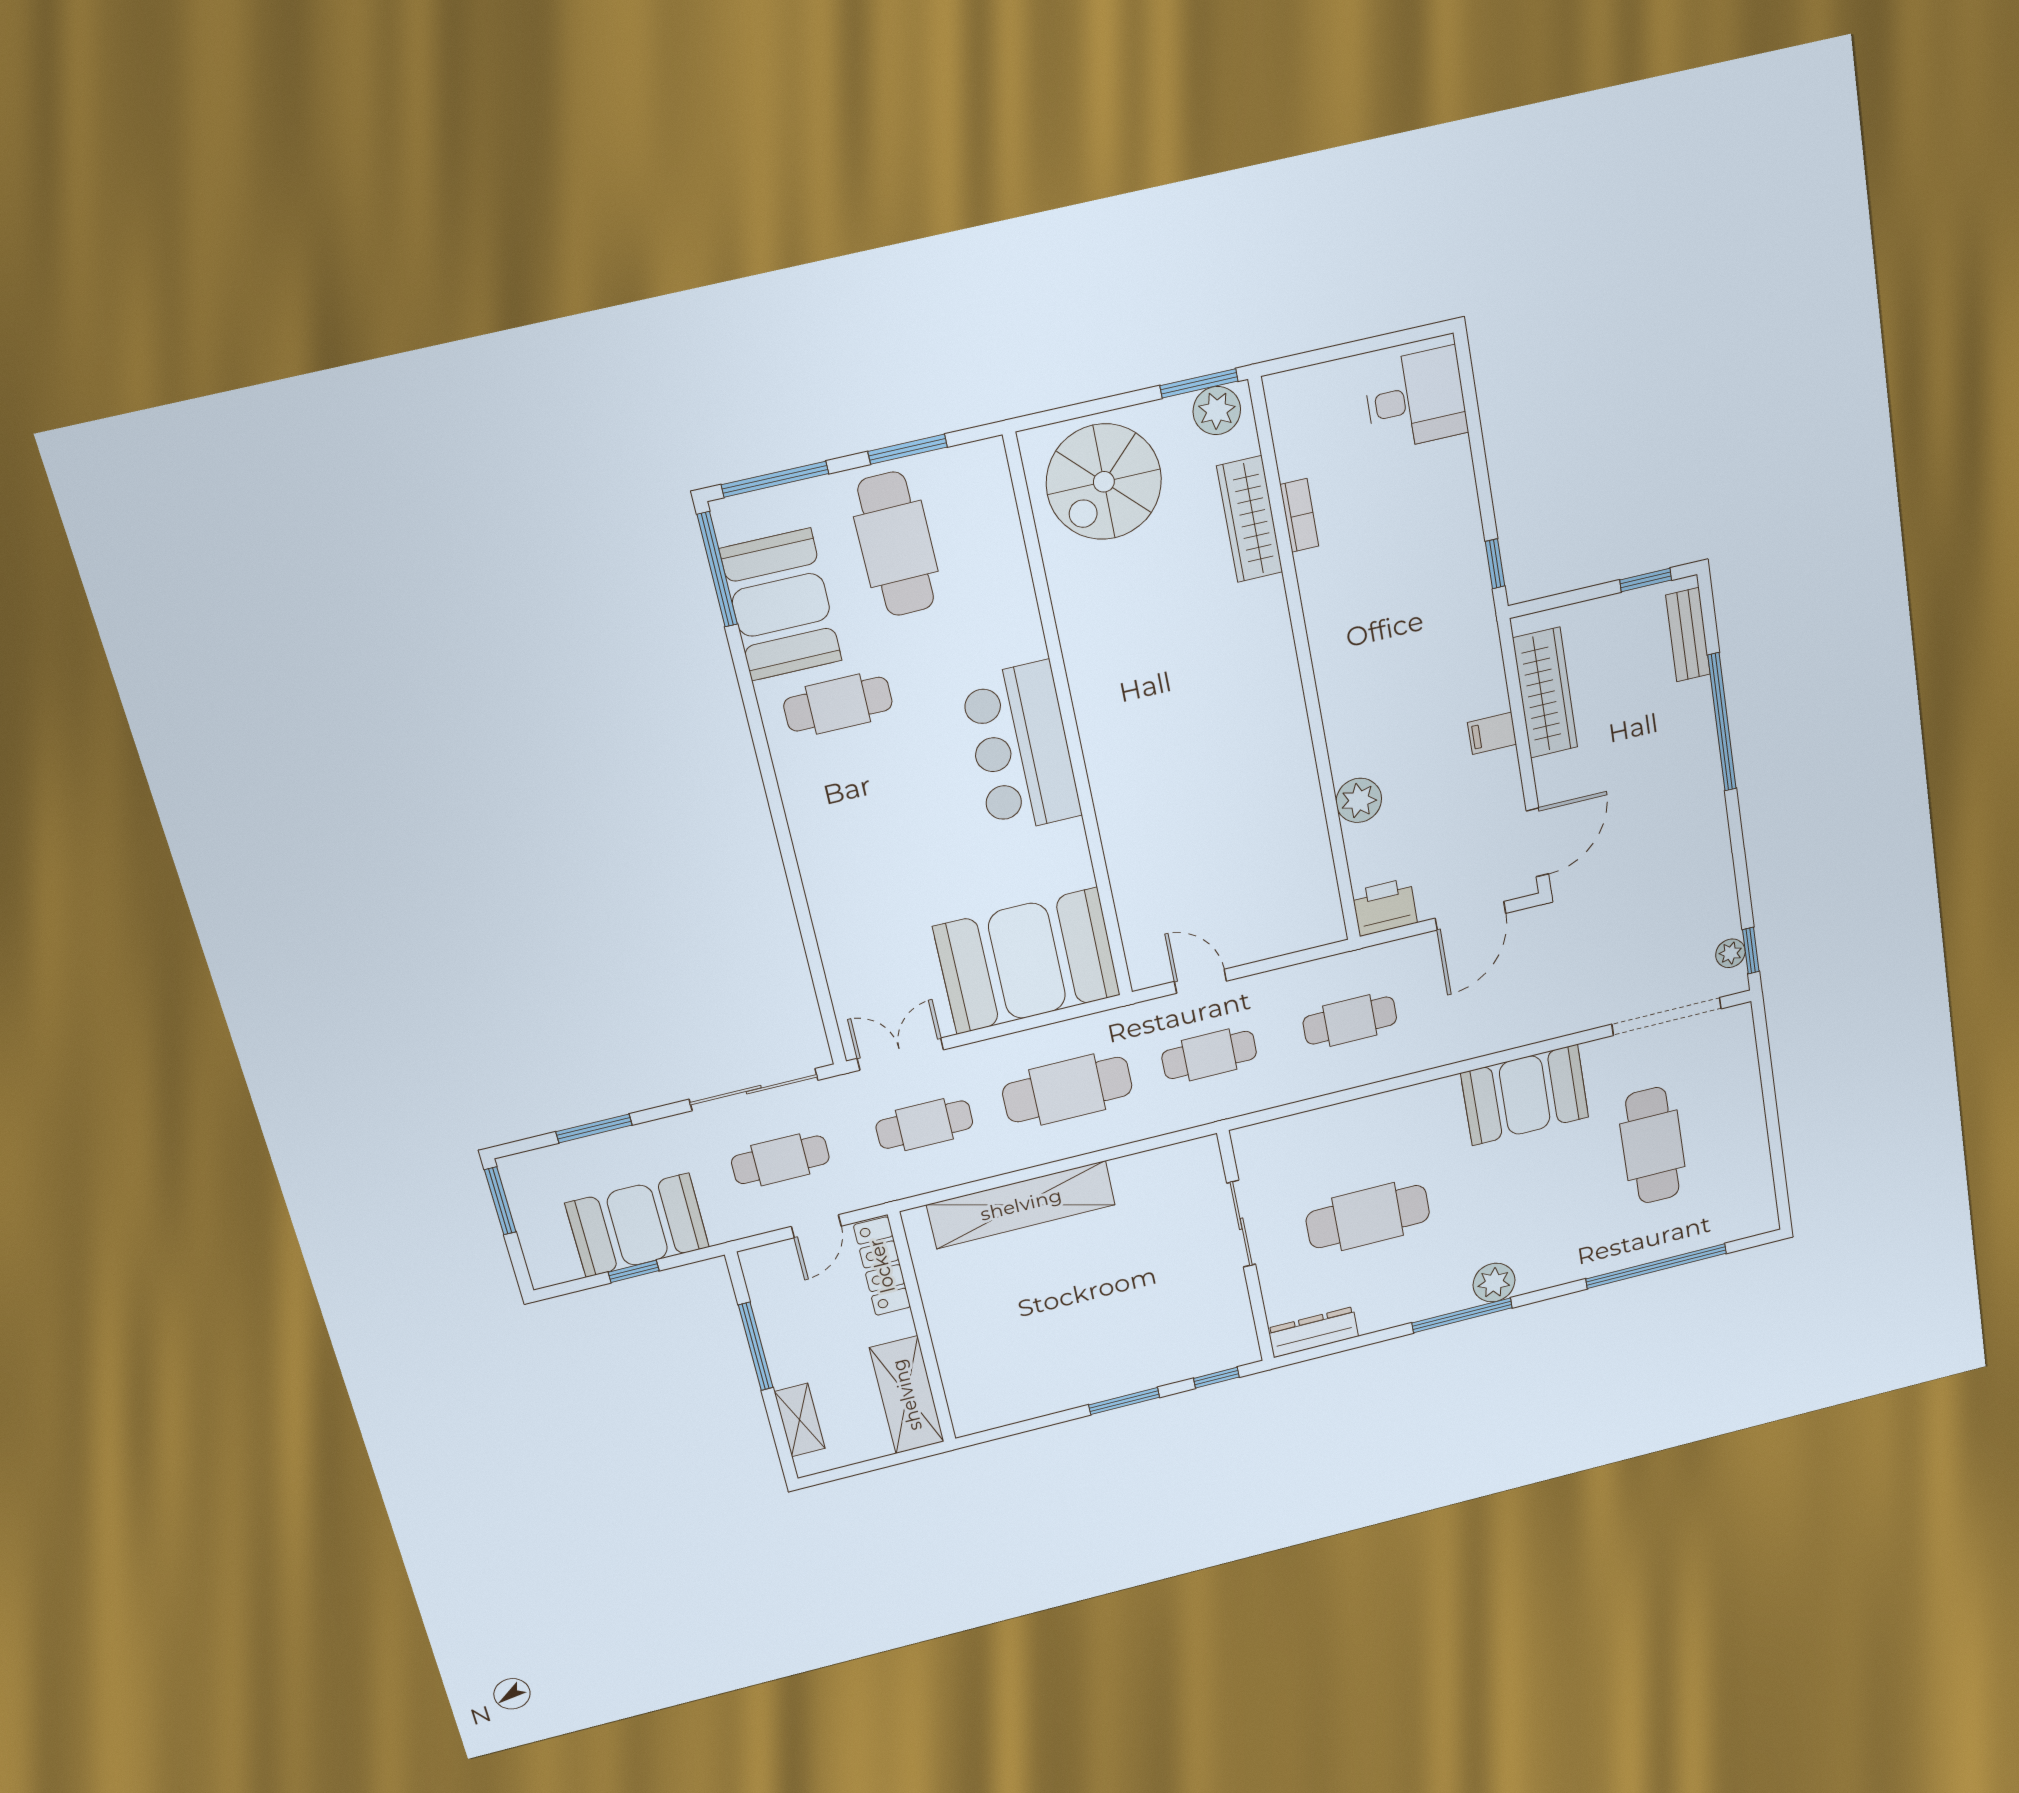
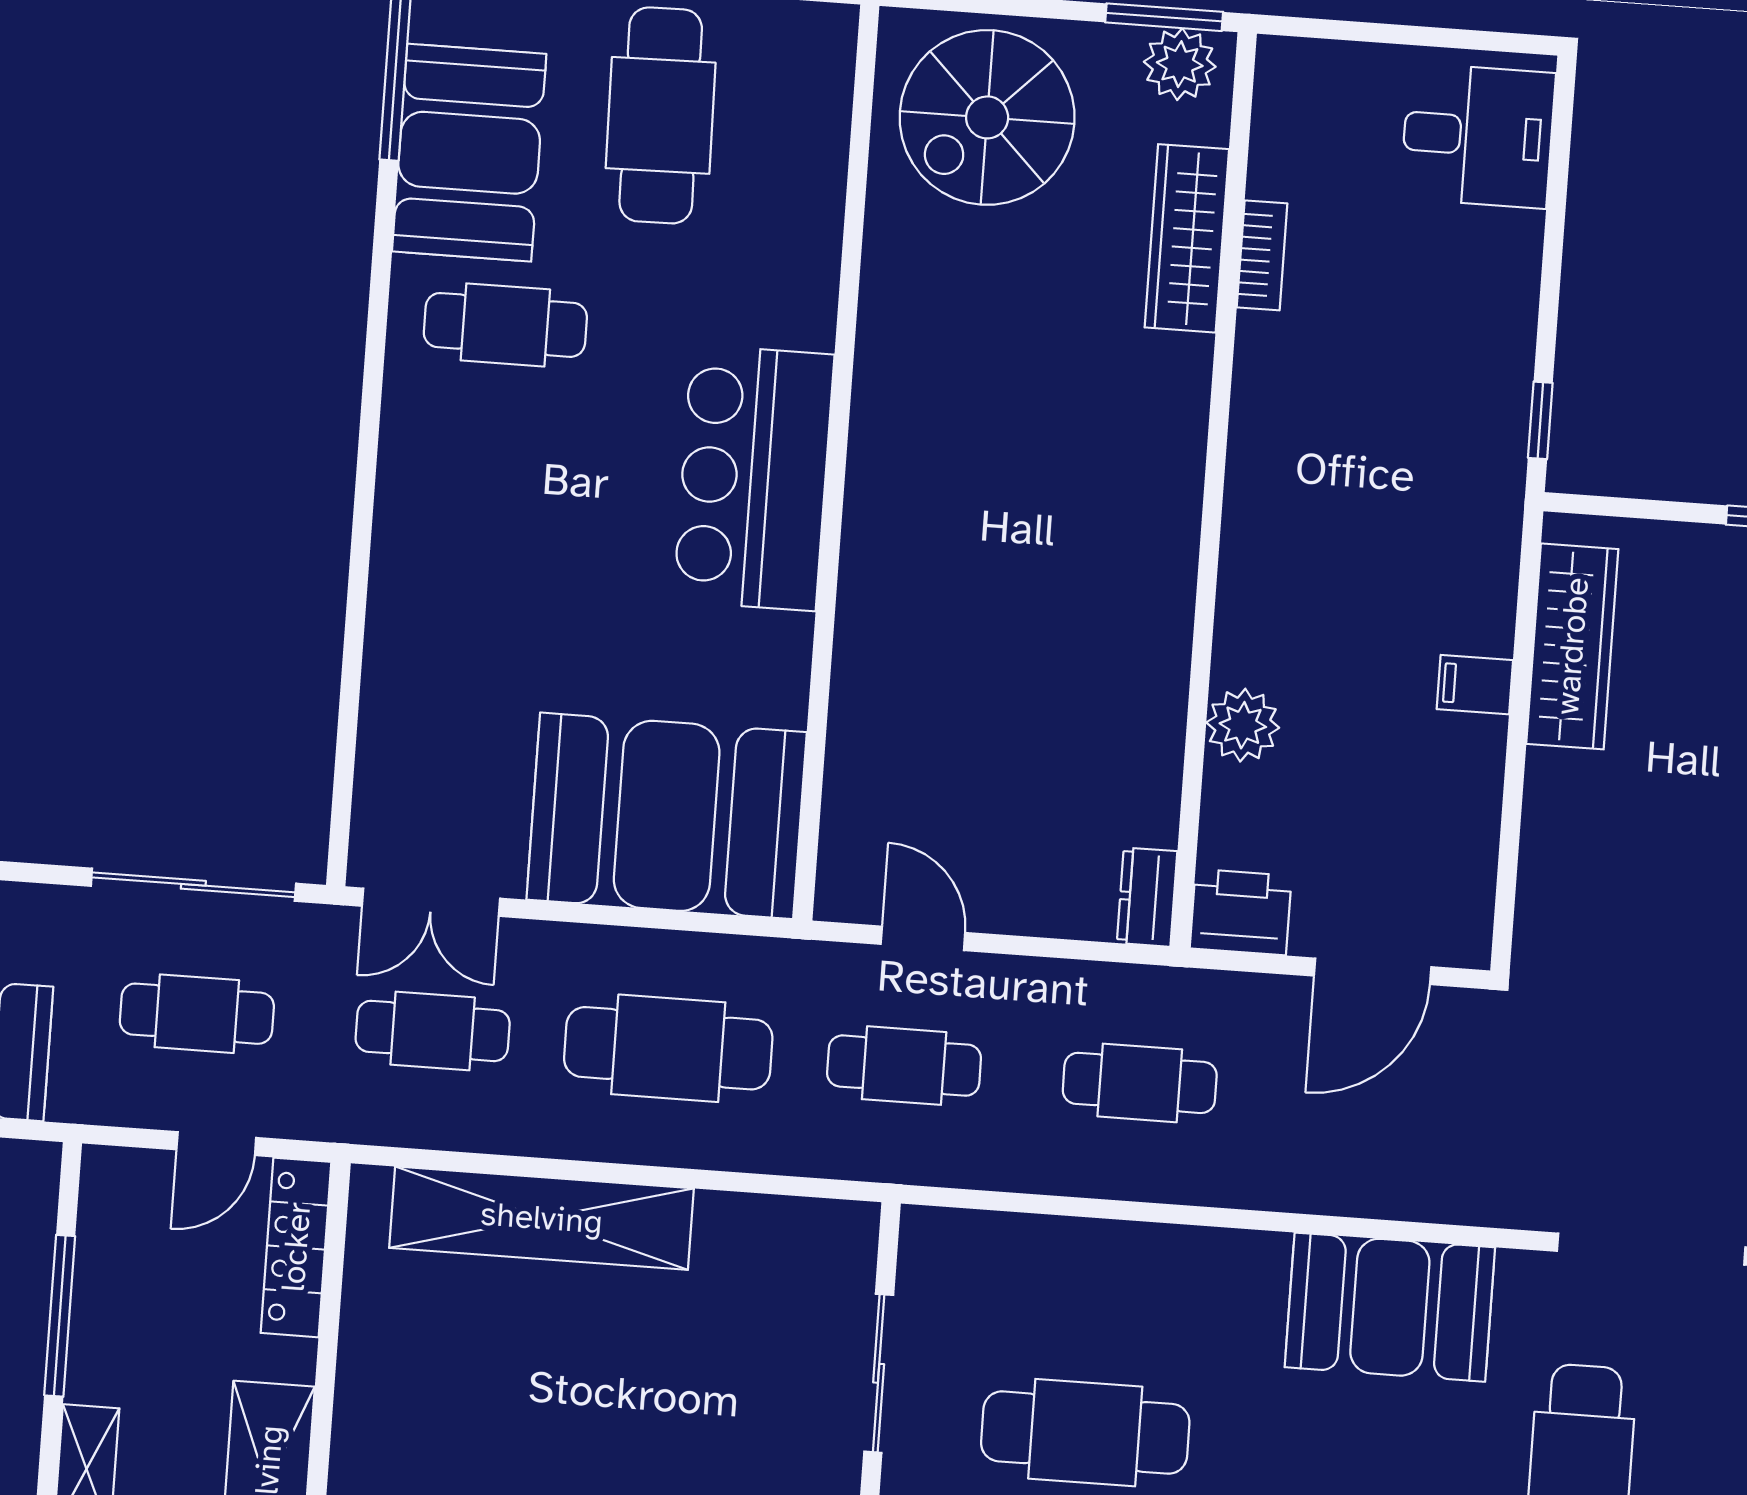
door: (1537, 842) -> (1506, 885), removed
dresser: (1327, 916) -> (1147, 897), added
double door: (900, 1054) -> (431, 902), swing flipped

